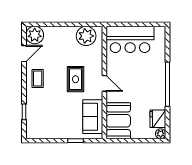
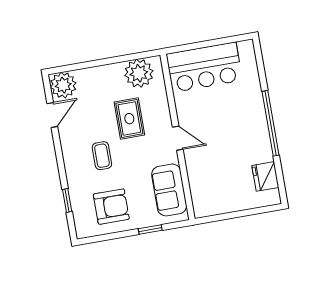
coffee table: (38, 79) -> (102, 156), moved
rug: (76, 79) -> (129, 119), moved
armchair: (52, 121) -> (111, 207), added
booth: (118, 121) -> (208, 189), removed
plant: (161, 134) -> (273, 198), removed

